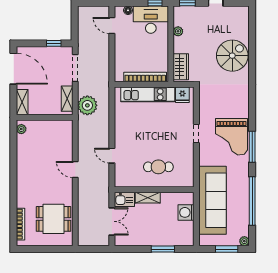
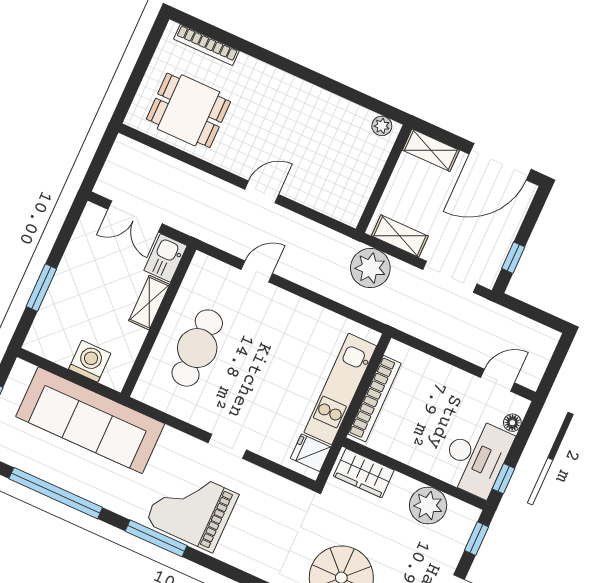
plant: (178, 31) -> (428, 506), width x1.87, depth x1.87
cafe table: (158, 167) -> (197, 348), width x1.37, depth x1.35
dining table: (53, 219) -> (188, 110), turned 90

